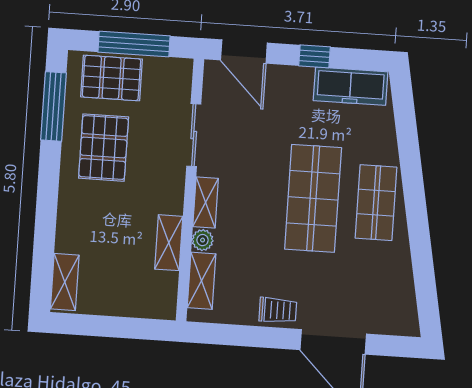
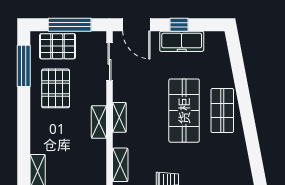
freezer: (351, 86) -> (182, 41), moved
sliding door: (194, 135) -> (109, 62), moved
plant: (203, 240) -> (119, 140), removed
shelving: (169, 243) -> (99, 122), moved

